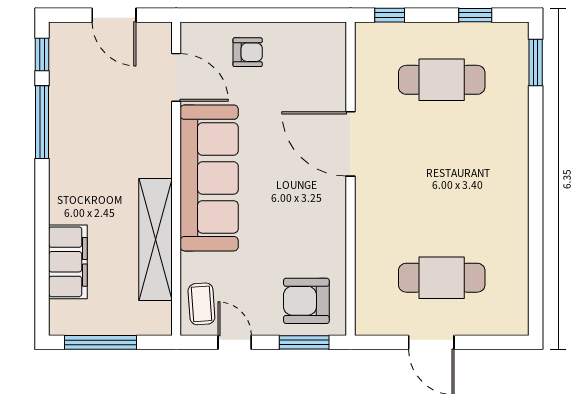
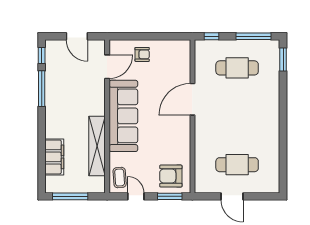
window: (475, 15) -> (254, 36), width x2.17
door: (176, 77) -> (107, 67), hinge flipped
door: (350, 144) -> (192, 99), hinge flipped

